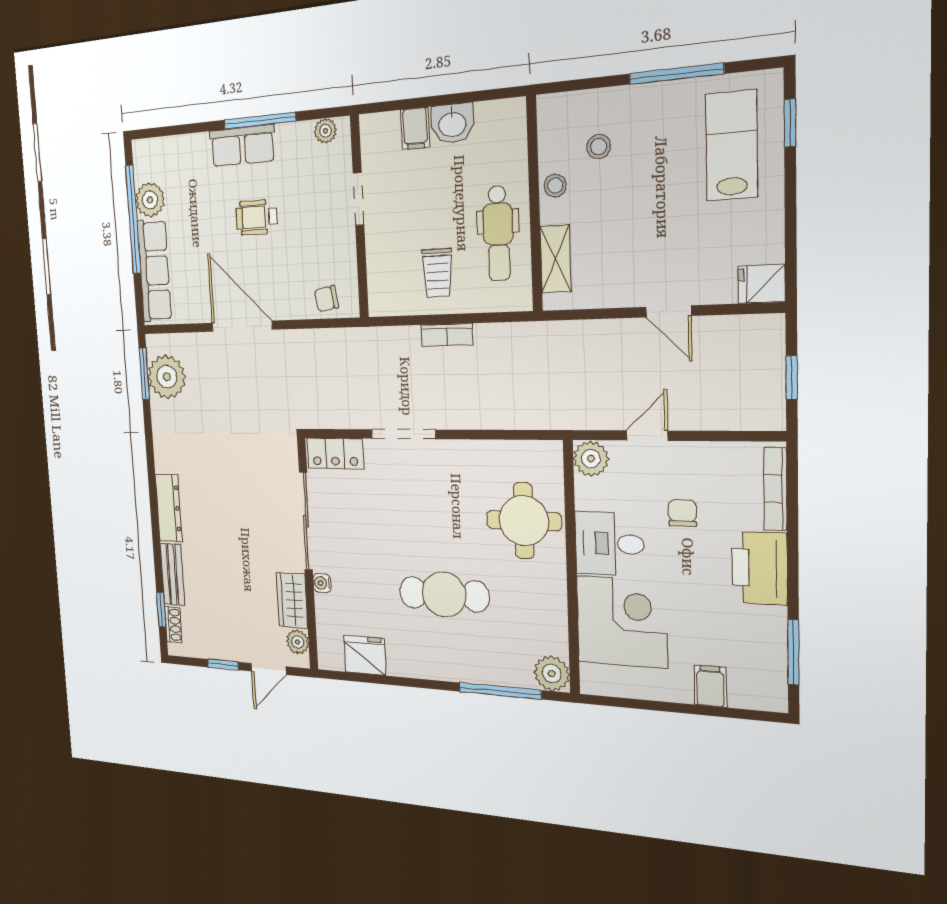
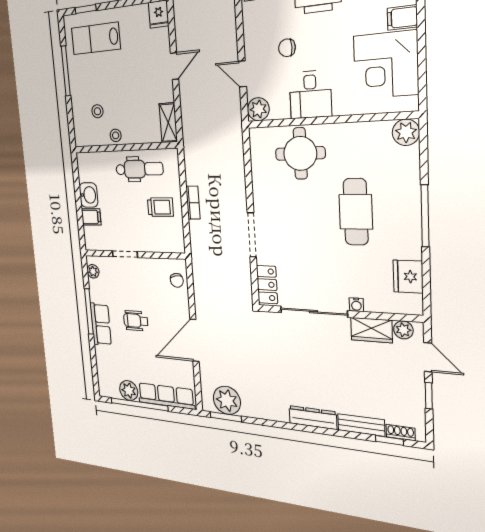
wheelchair: (257, 217) -> (136, 321), turned 90
shelving: (556, 259) -> (168, 123), moved, turned 90
corner desk: (622, 622) -> (386, 65), moved, turned -90
window: (500, 691) -> (425, 216), moved

